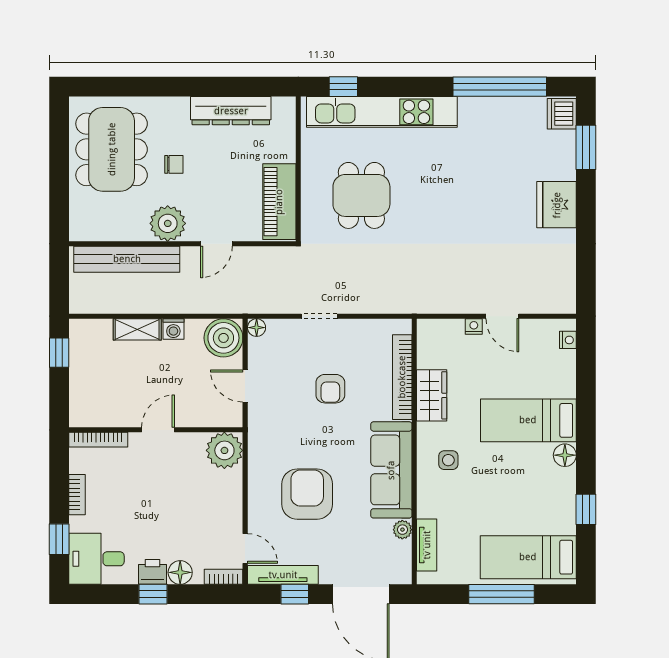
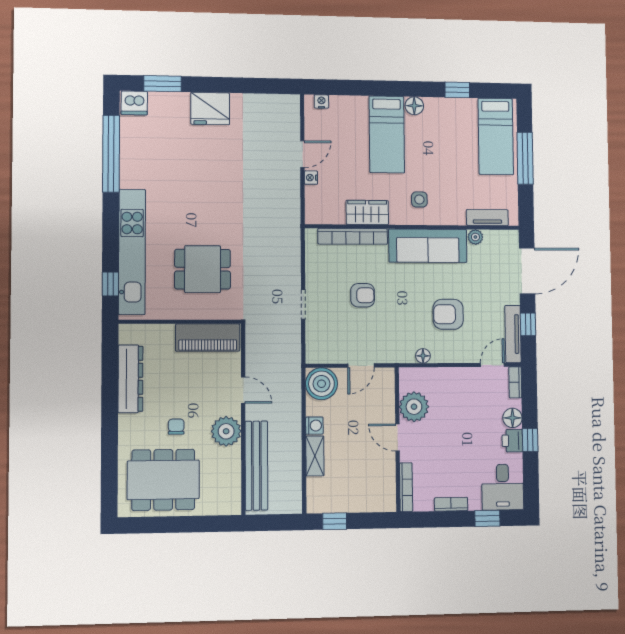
floor lamp: (257, 328) -> (423, 356), moved
plant: (224, 450) -> (414, 407), moved
armchair: (307, 494) -> (448, 314), width x0.73, depth x0.73

